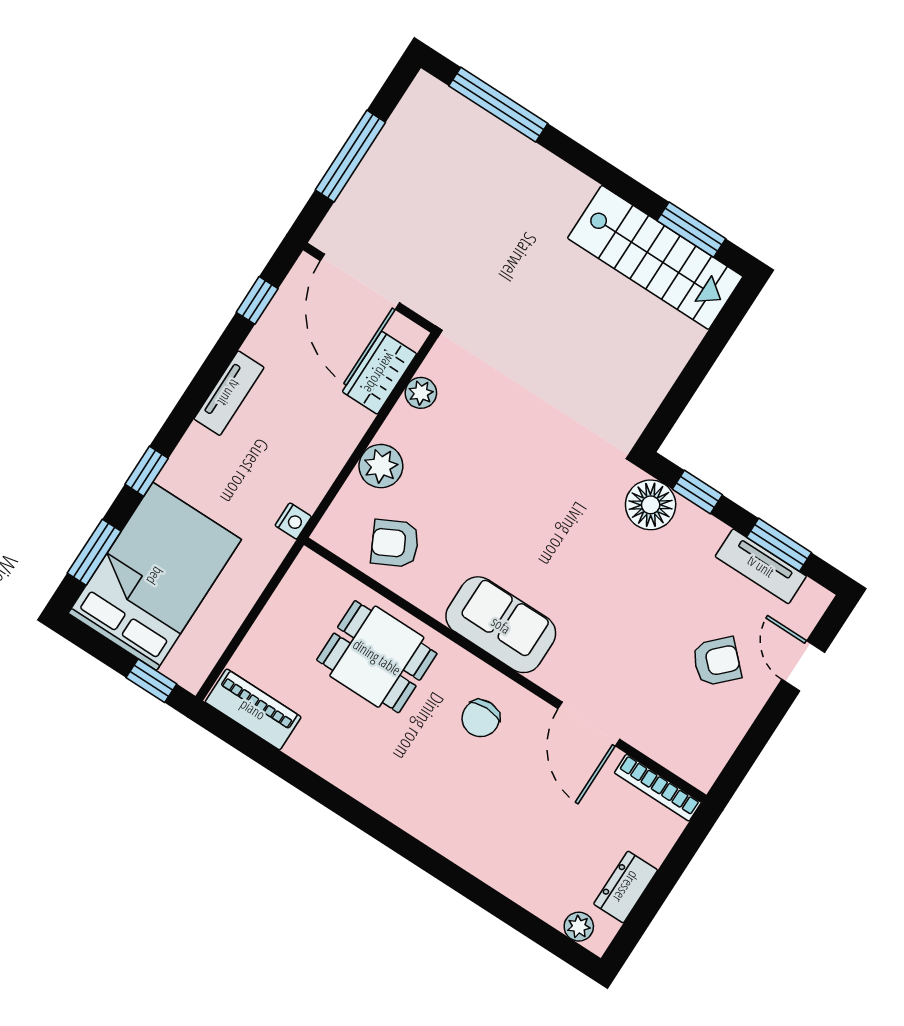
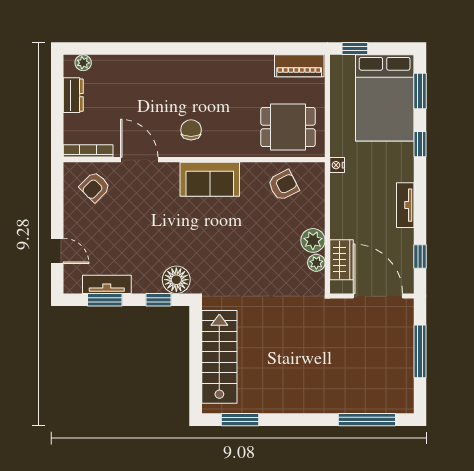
stairs: (655, 257) -> (219, 357), moved, turned 90
plant: (381, 466) -> (313, 240), moved
dining table: (377, 657) -> (288, 127), moved
armchair: (717, 661) -> (95, 187), moved

